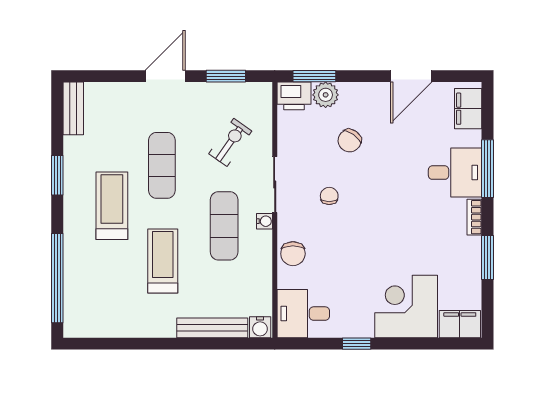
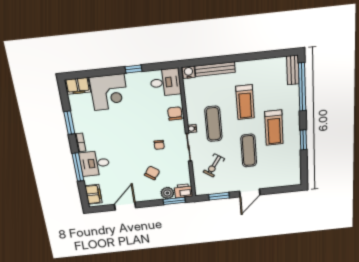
bench: (73, 108) -> (293, 70), moved

